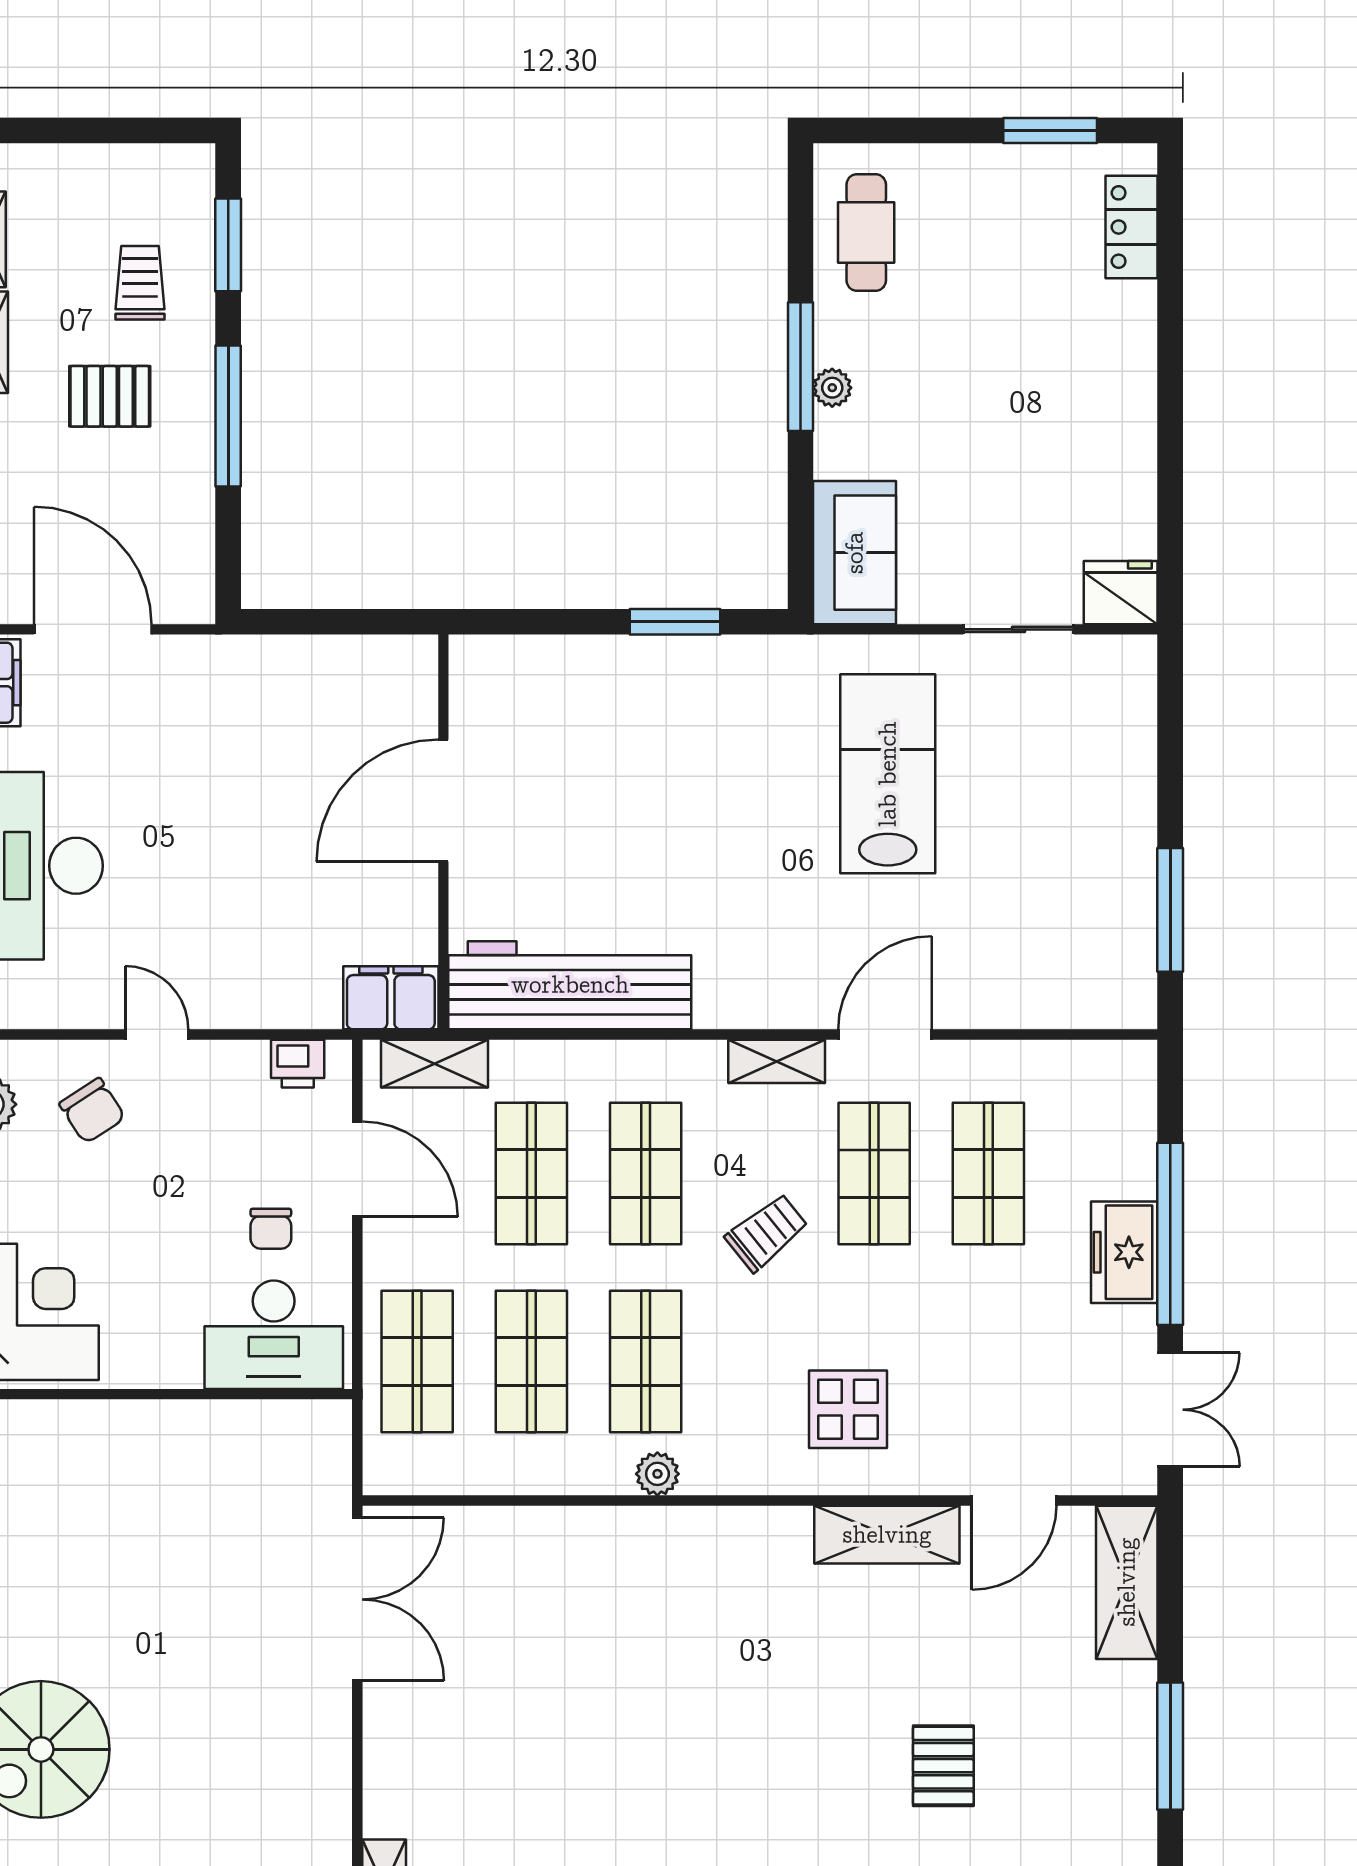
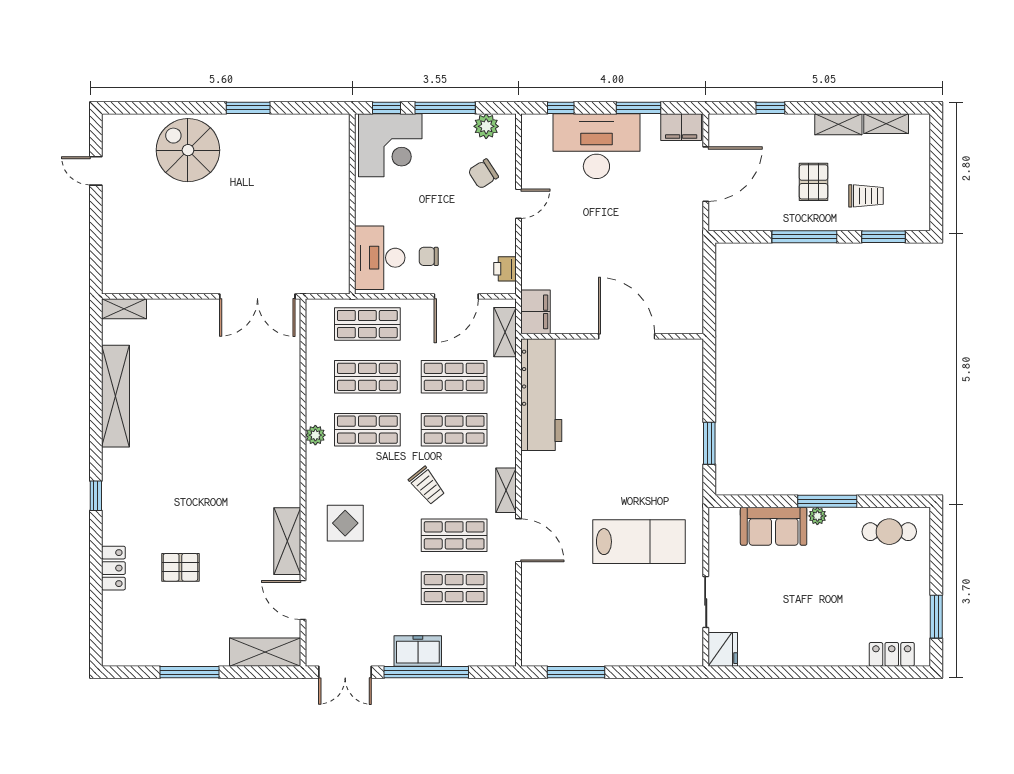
sofa: (855, 553) -> (774, 526), moved

